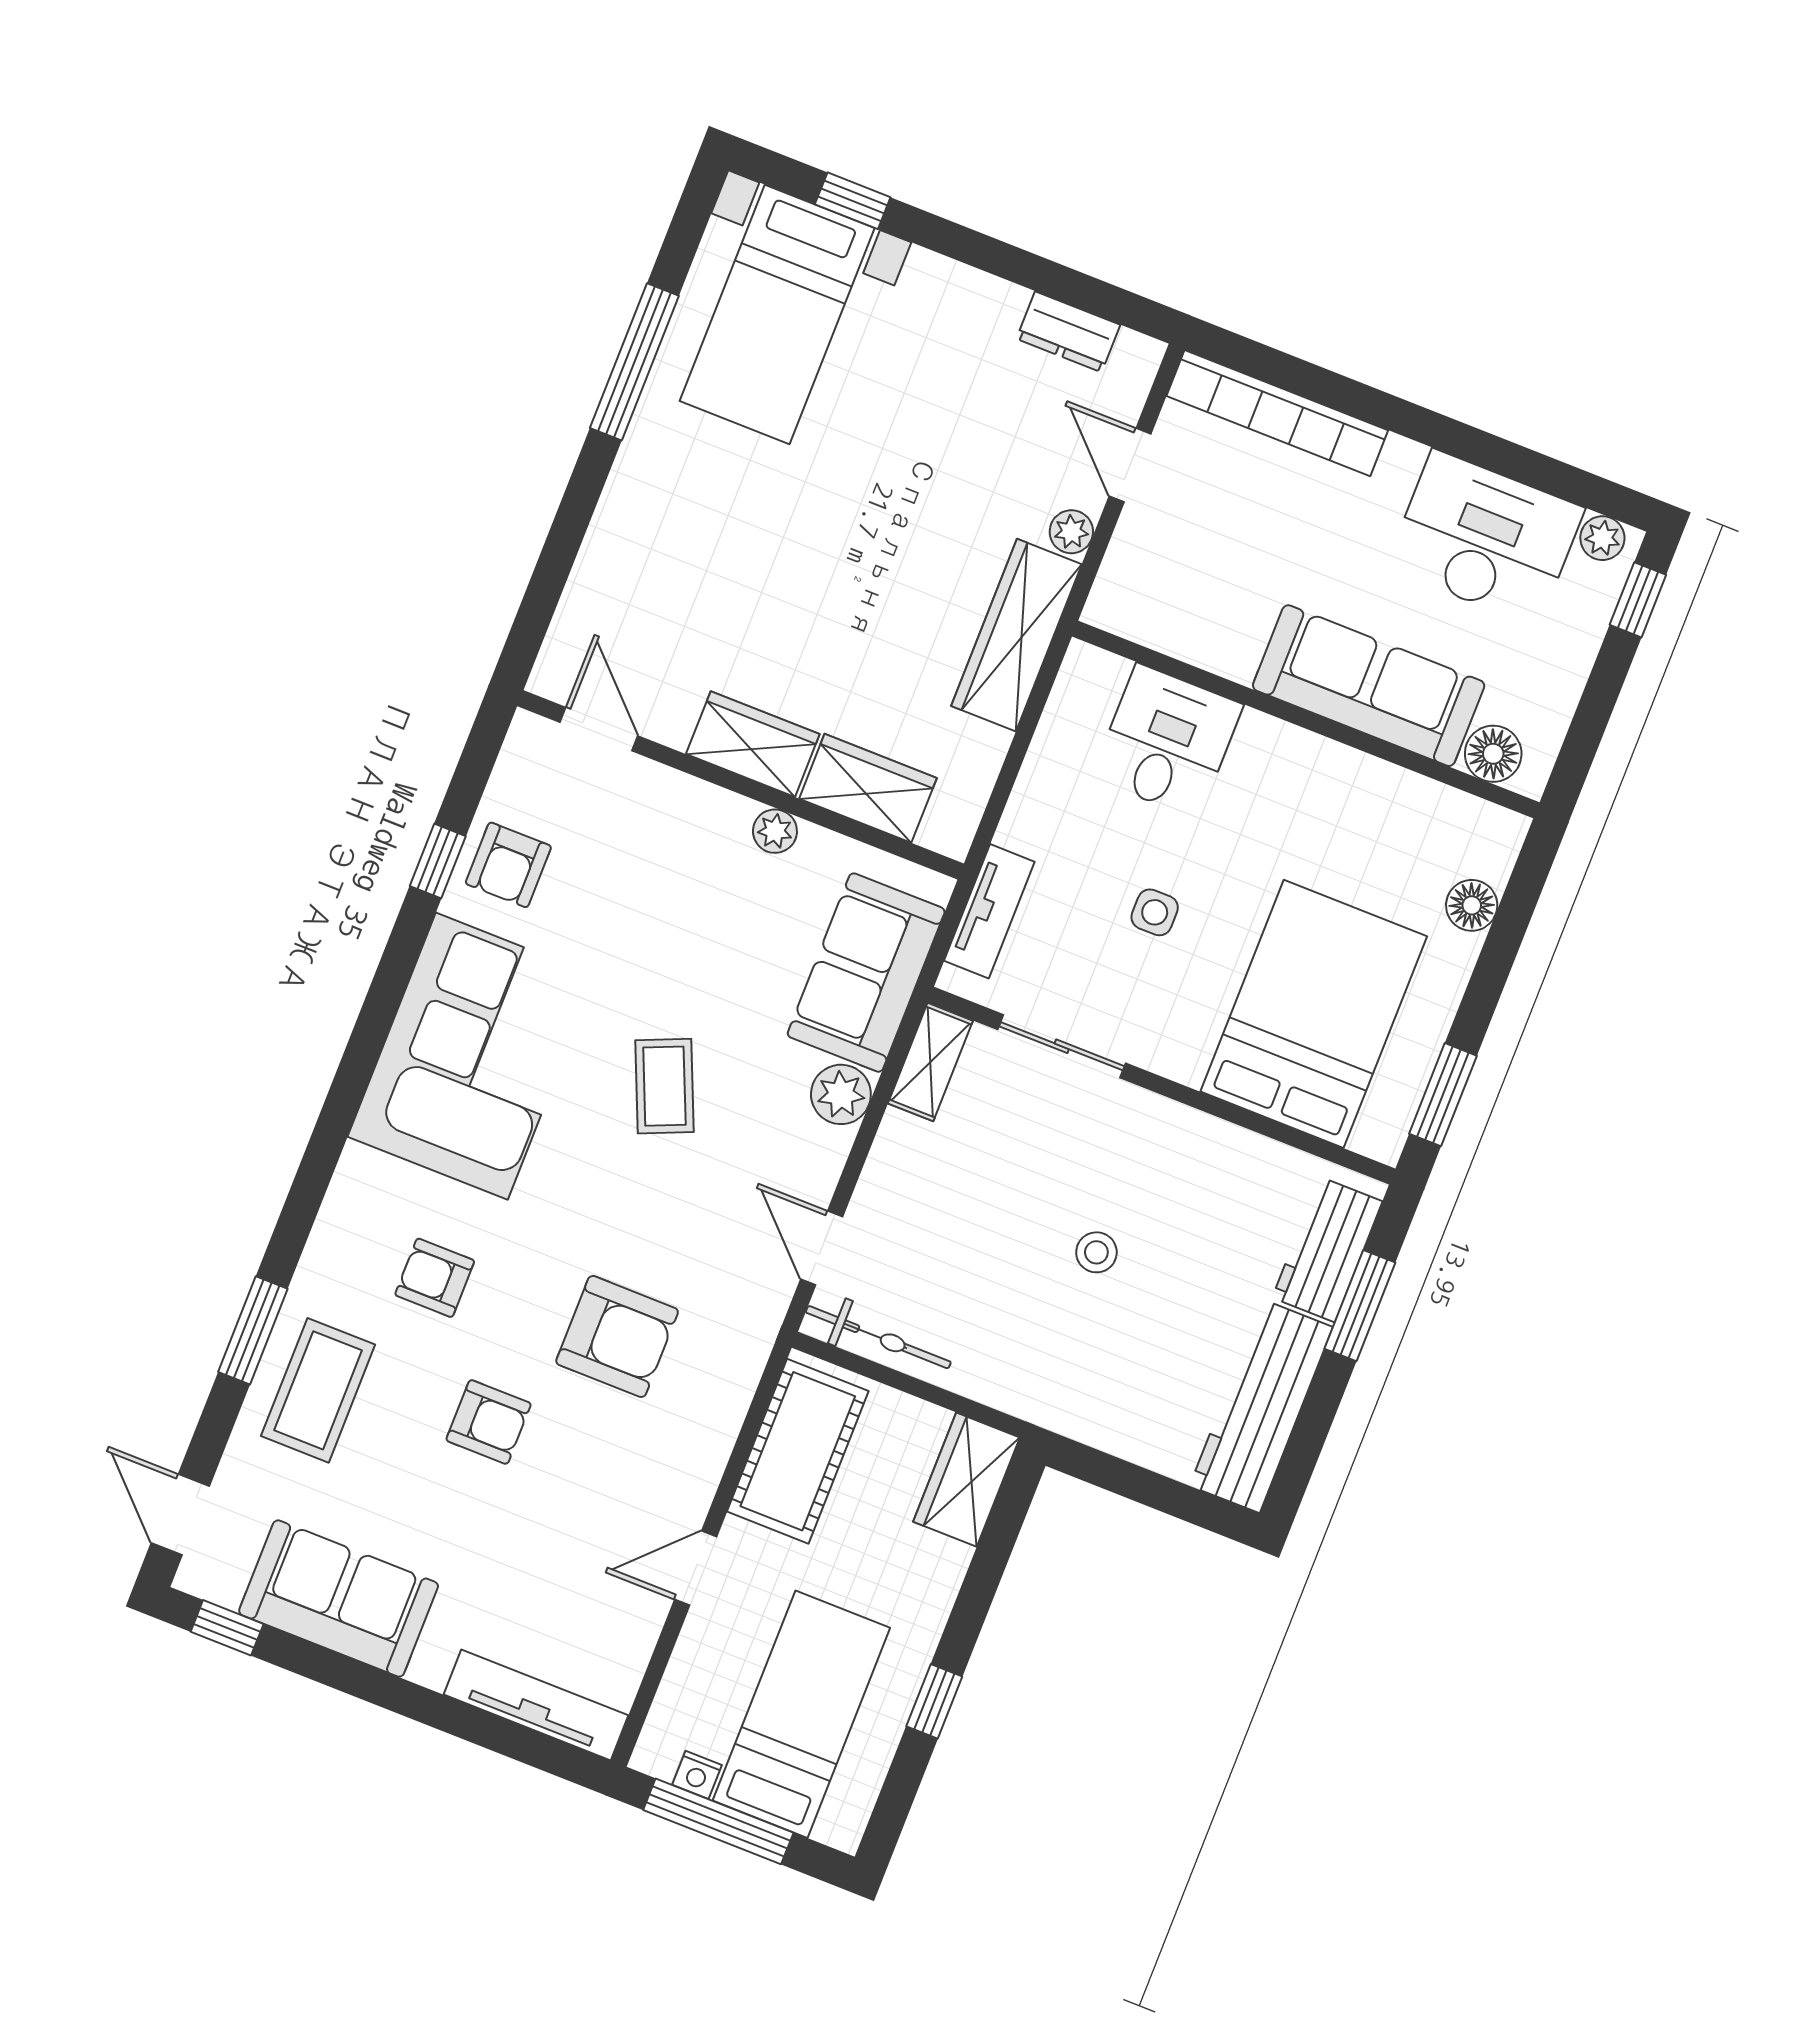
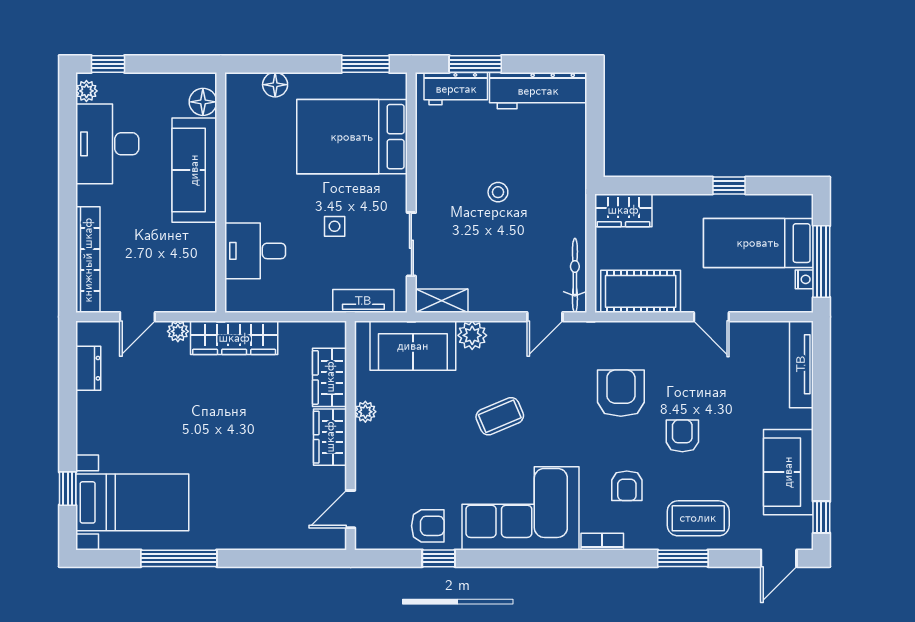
bookcase: (346, 1188) -> (602, 542), added

